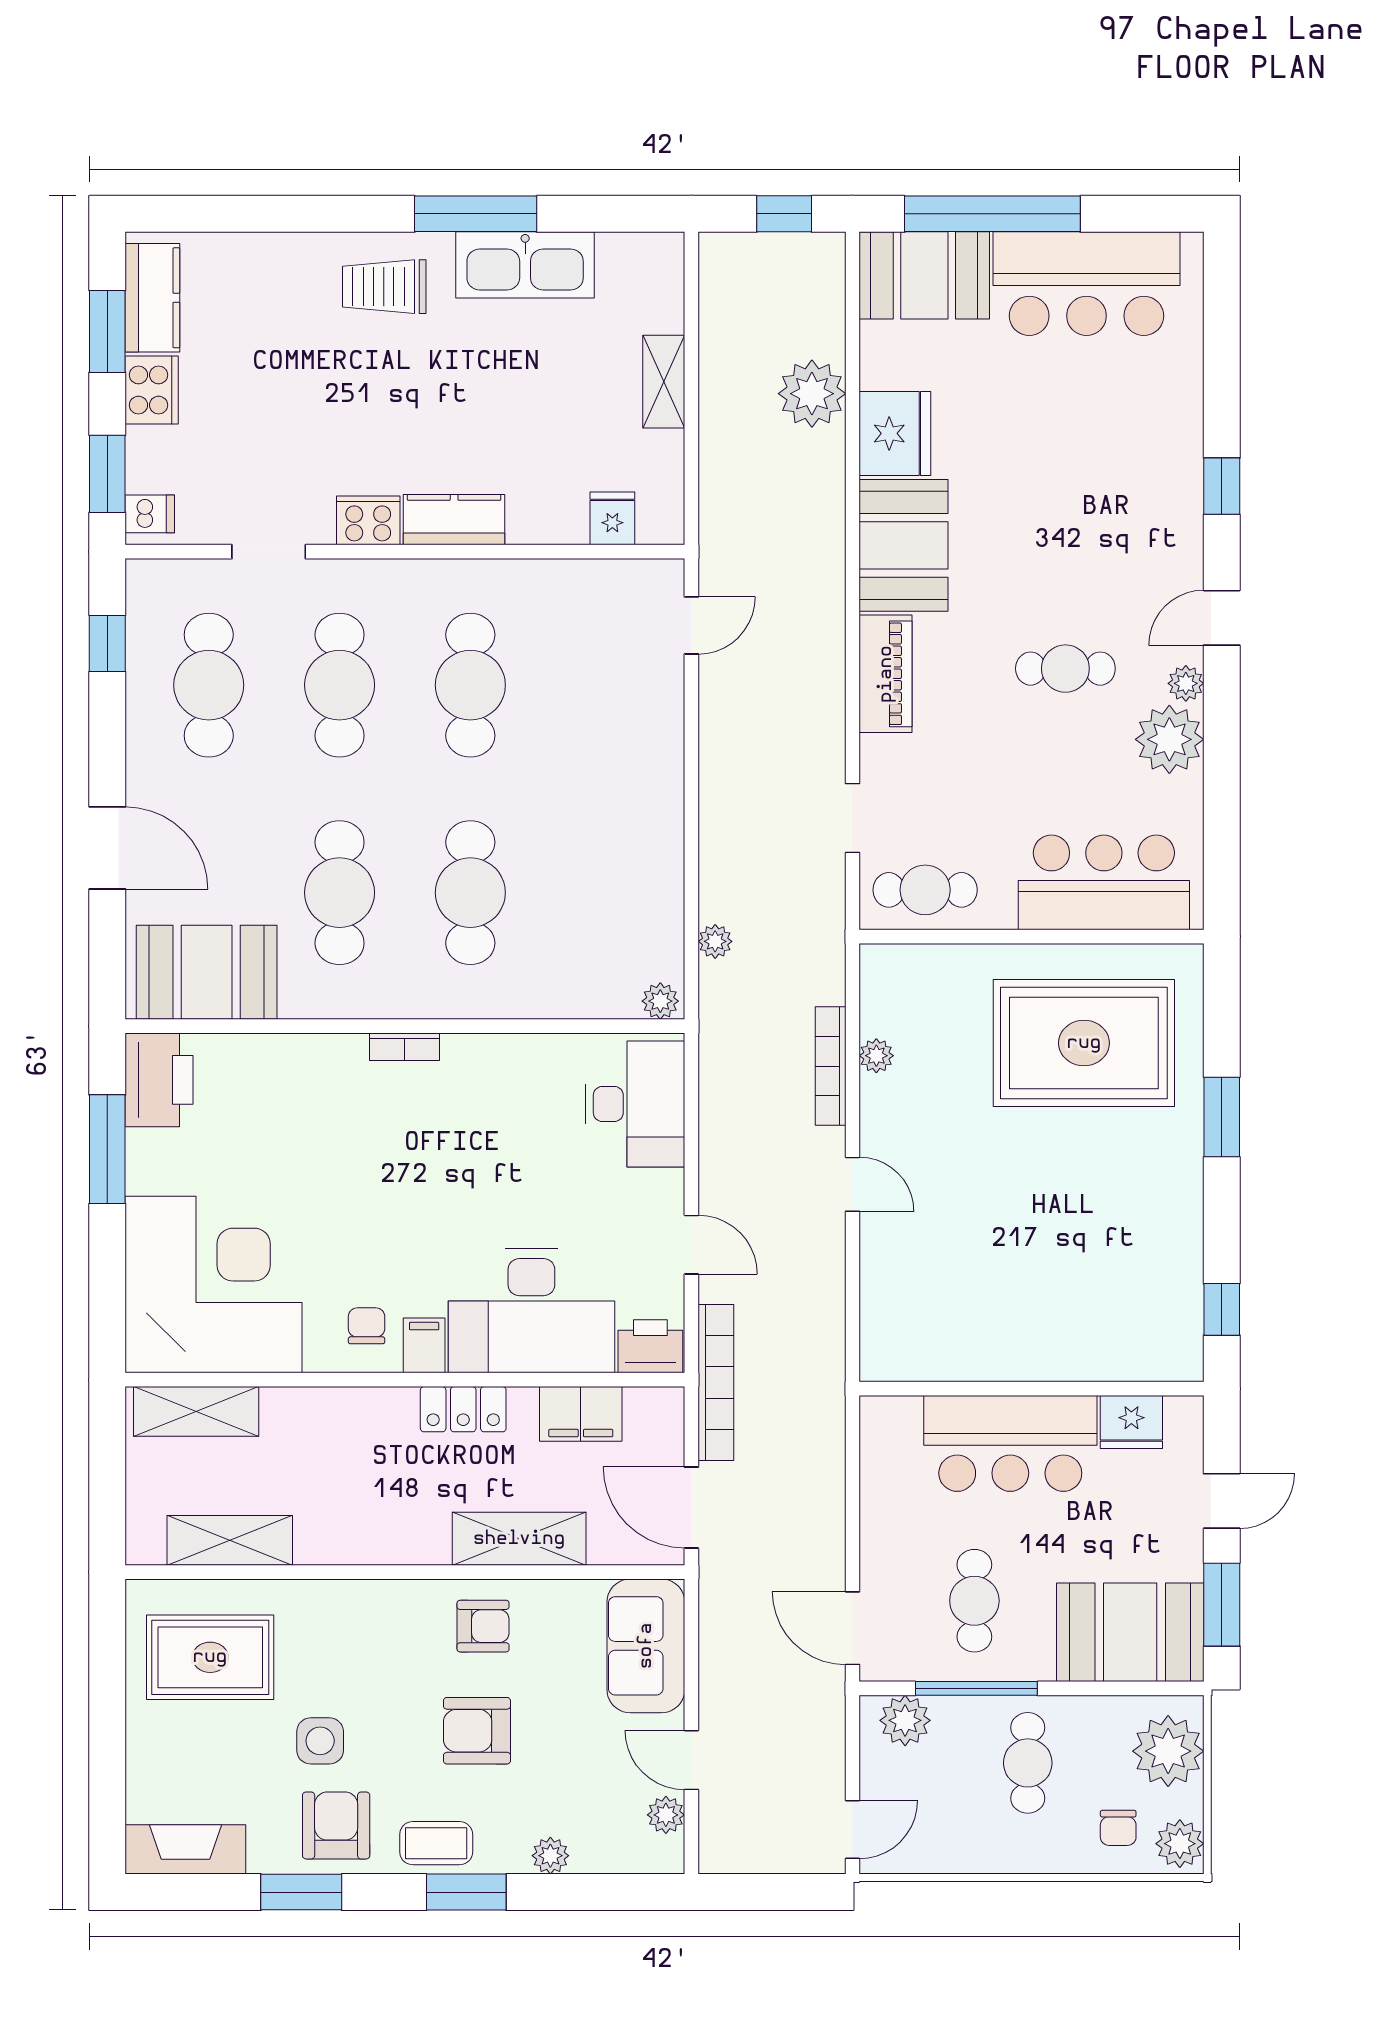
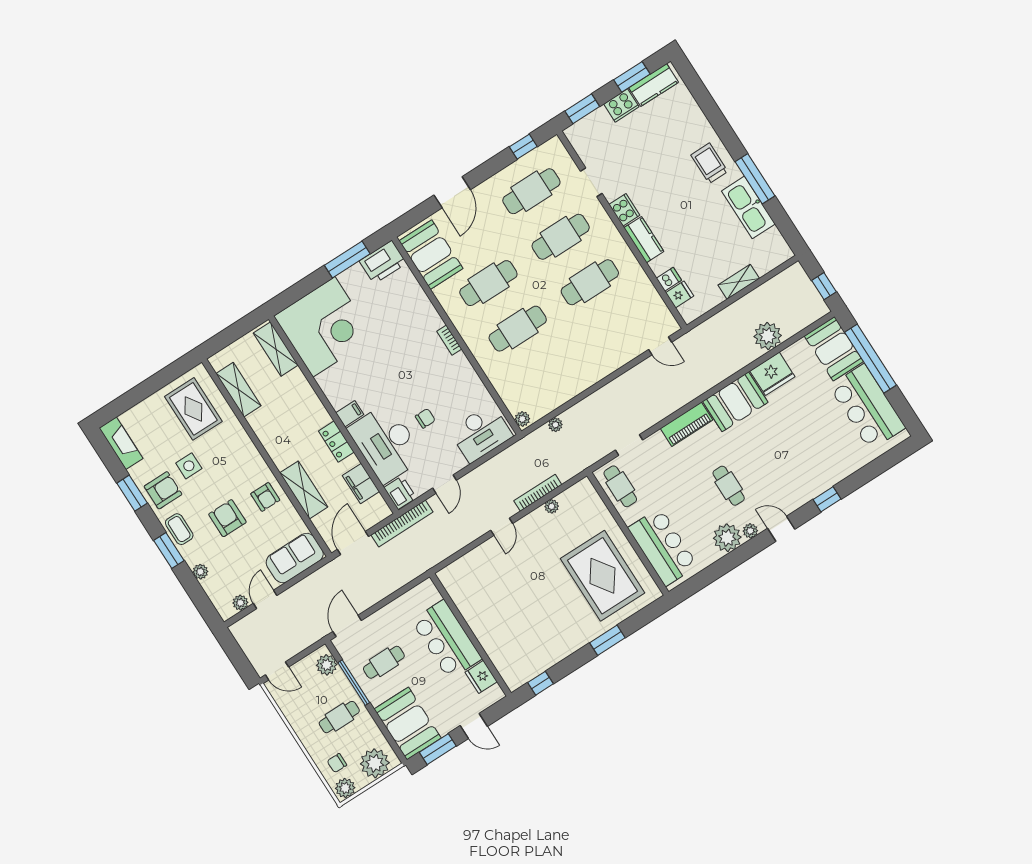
dishwasher: (150, 514) -> (669, 279), moved, turned -90
chair: (367, 1326) -> (425, 418), moved

